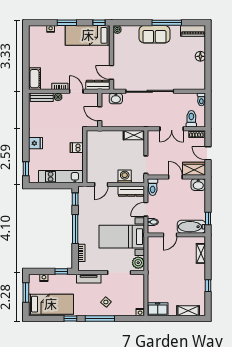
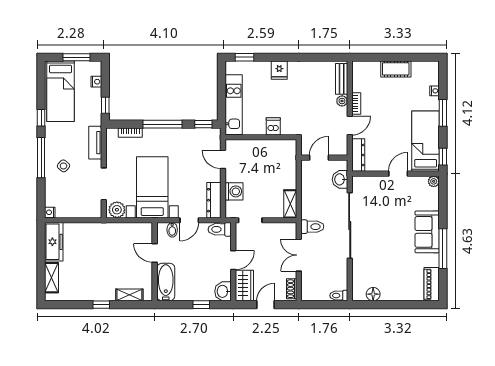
floor lamp: (200, 56) -> (373, 294), moved
door: (112, 72) -> (398, 174), moved
cot: (34, 79) -> (396, 69), moved
toilet: (191, 119) -> (312, 227), moved
door: (146, 209) -> (189, 220), swing flipped
window: (208, 219) -> (201, 305), moved
window: (208, 286) -> (101, 305), moved
freezer: (158, 309) -> (54, 242), width x1.40

